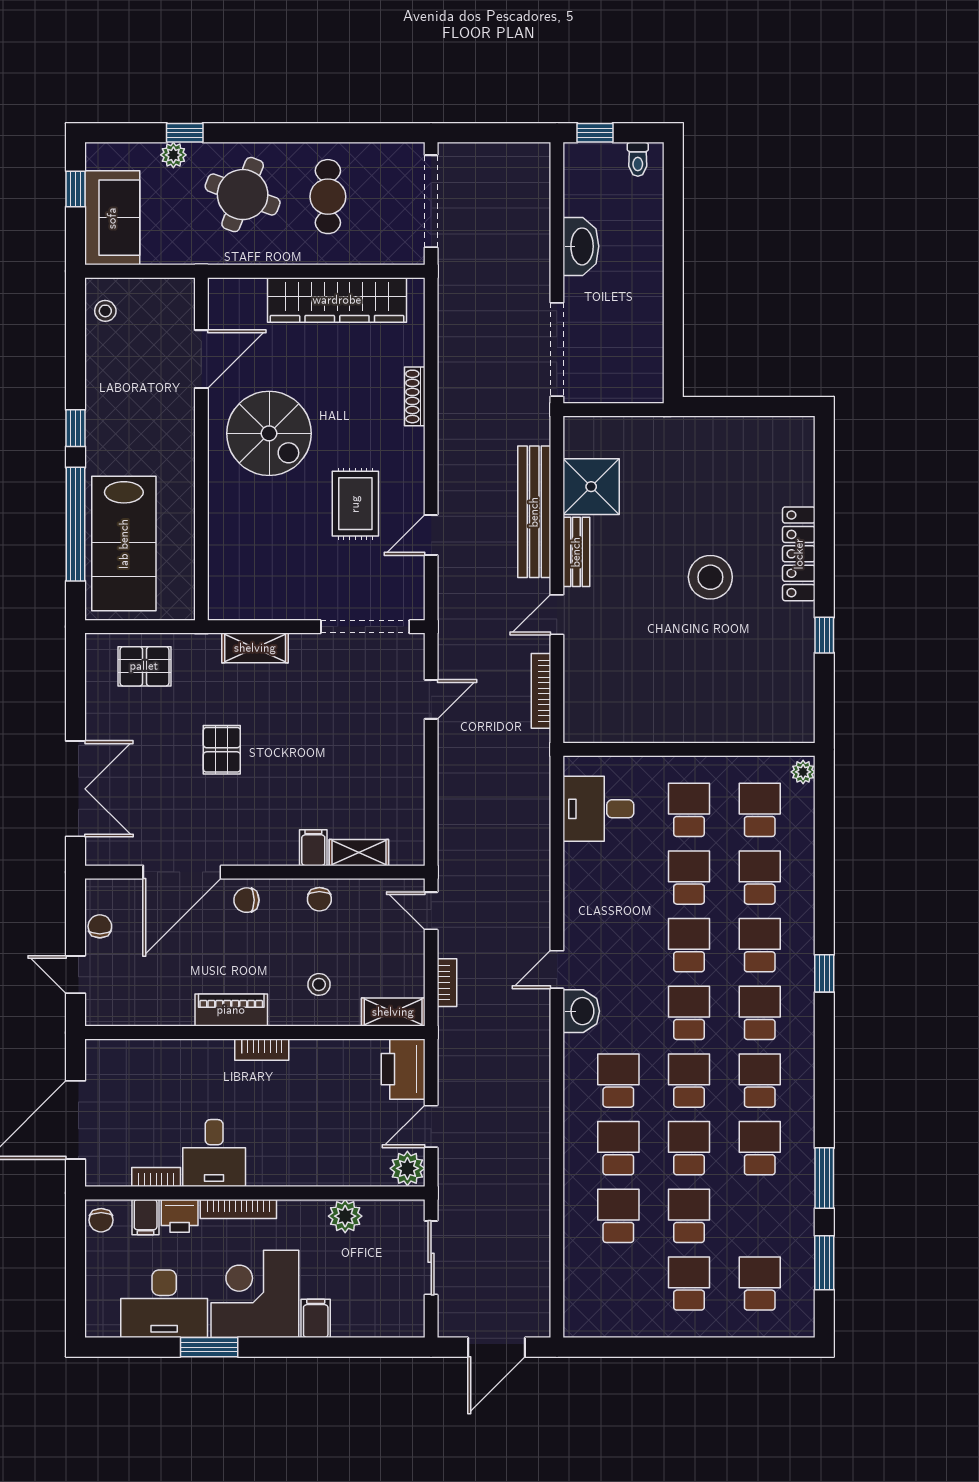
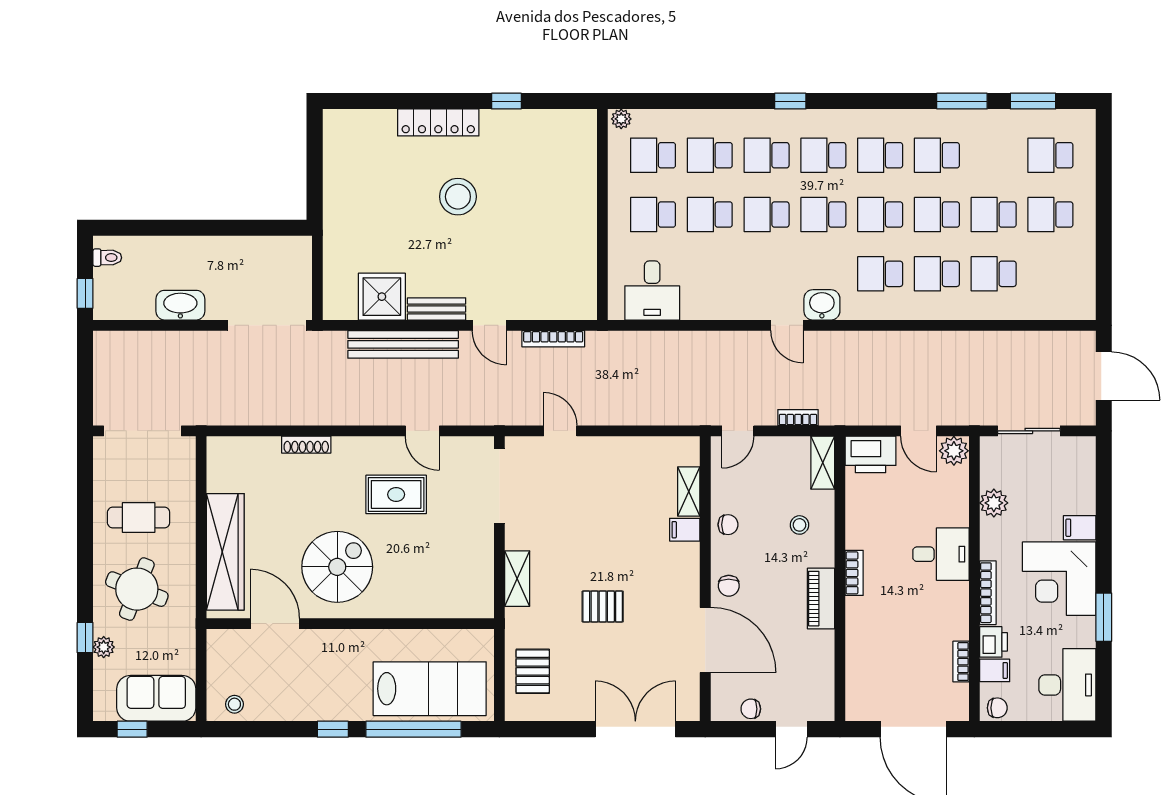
wardrobe: (337, 300) -> (225, 552), moved
desk: (214, 1153) -> (941, 554), moved
desk: (164, 1304) -> (1067, 685), moved

